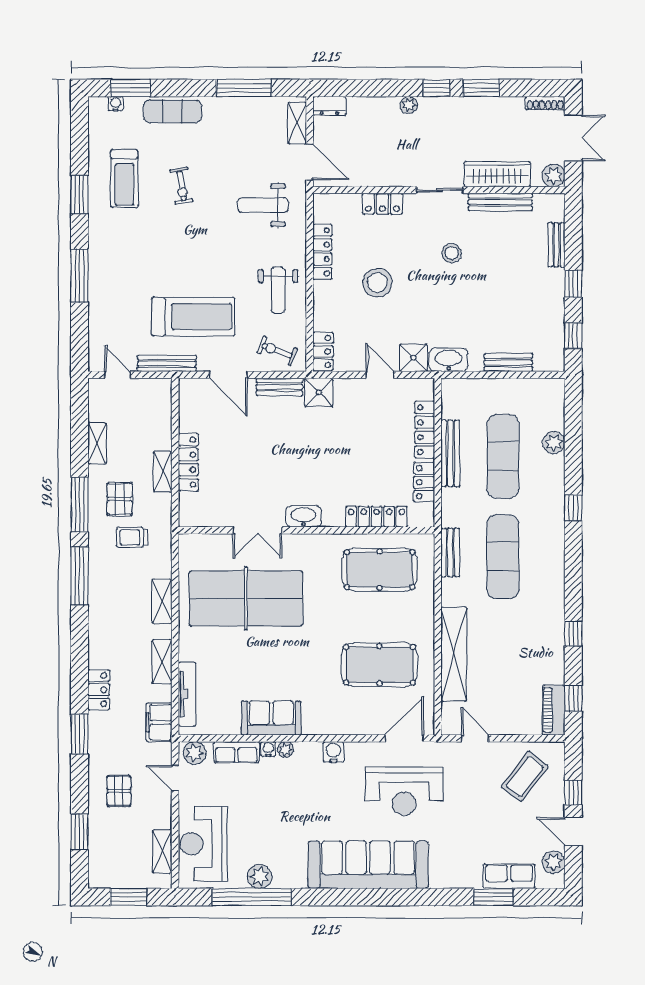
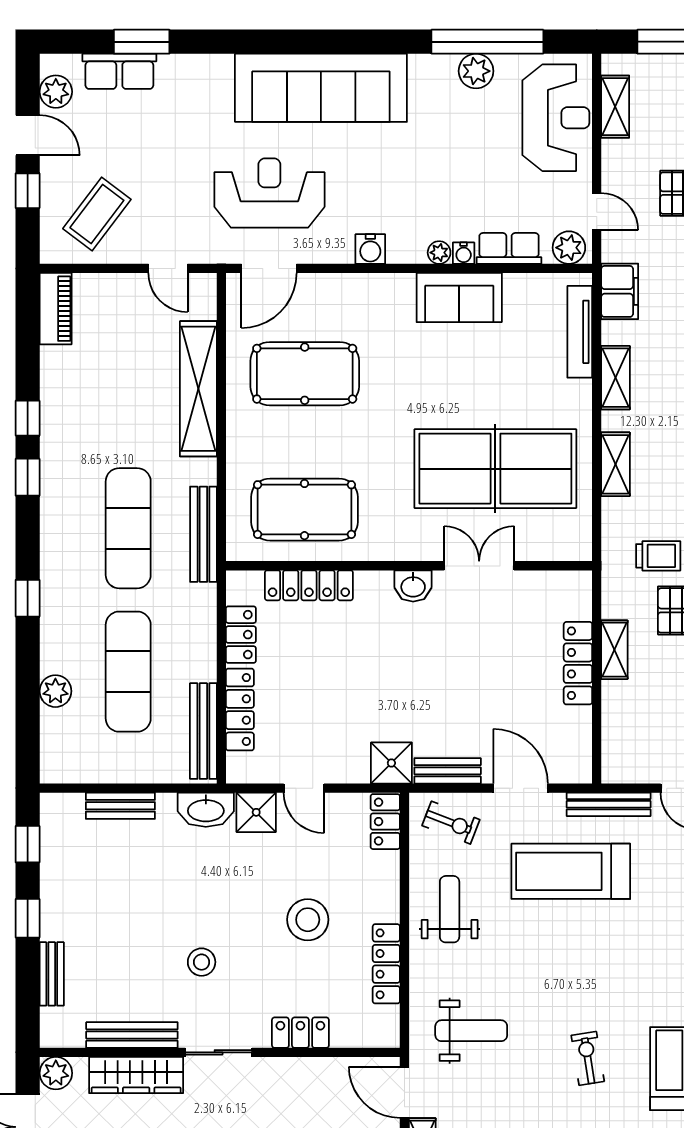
bench: (450, 453) -> (203, 731), moved
washbasin: (304, 516) -> (413, 586), width x0.72
bench: (450, 552) -> (203, 534), width x1.36
window: (573, 698) -> (28, 477), moved

